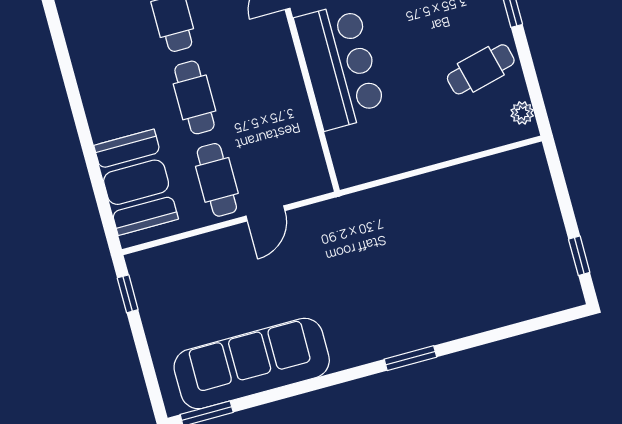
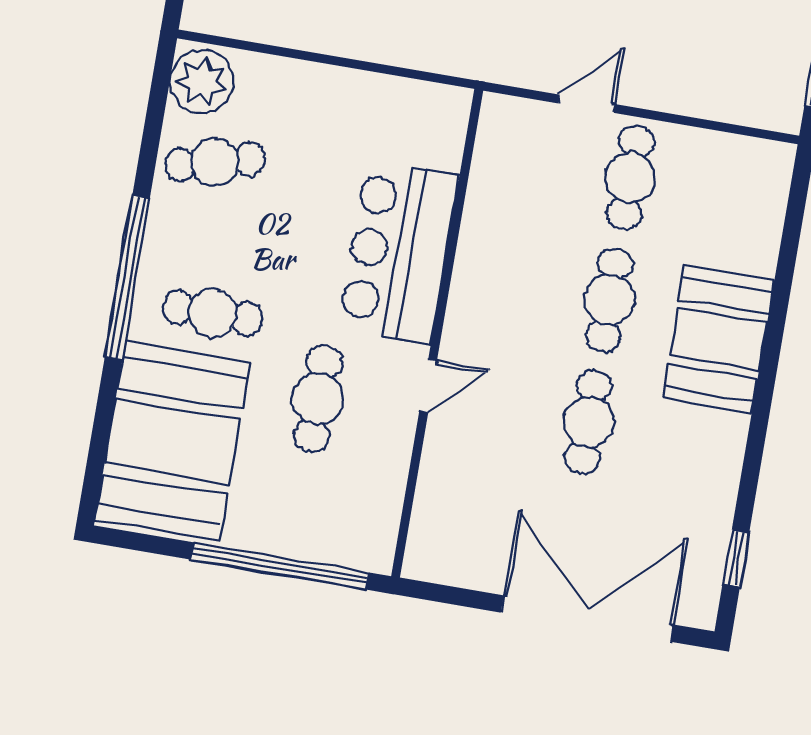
plant: (522, 113) -> (202, 82), width x1.87, depth x1.87
booth: (136, 182) -> (718, 339), moved

